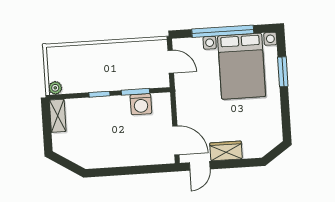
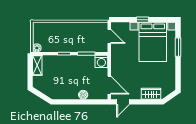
window: (223, 31) -> (143, 20), width x0.32
washing machine: (141, 104) -> (101, 61), moved
wardrobe: (226, 151) -> (151, 94), moved
boiler: (135, 159) -> (83, 95), added

